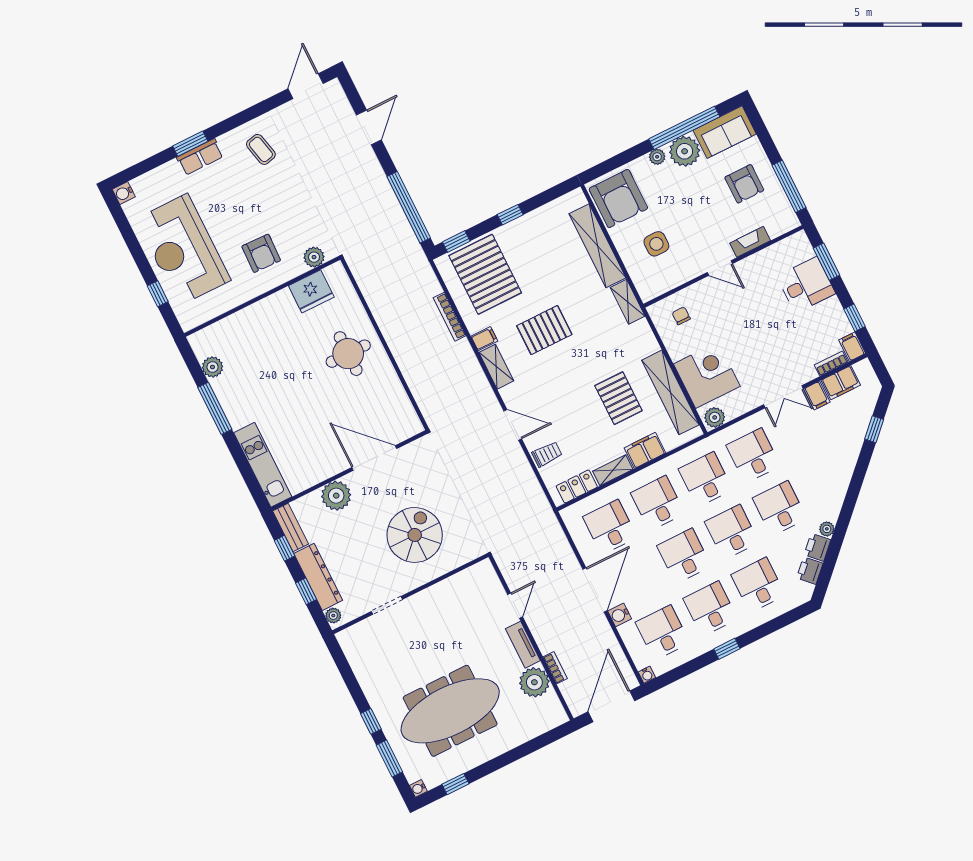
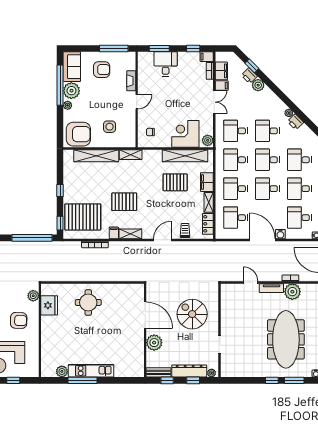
pallet: (544, 330) -> (124, 202), turned 90
plant: (847, 455) -> (258, 85), added
door: (374, 458) -> (145, 315), swing flipped
kitchen unit: (263, 465) -> (91, 371), moved
printer: (810, 571) -> (249, 76), moved

